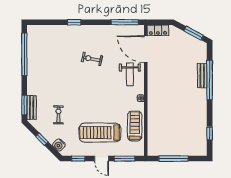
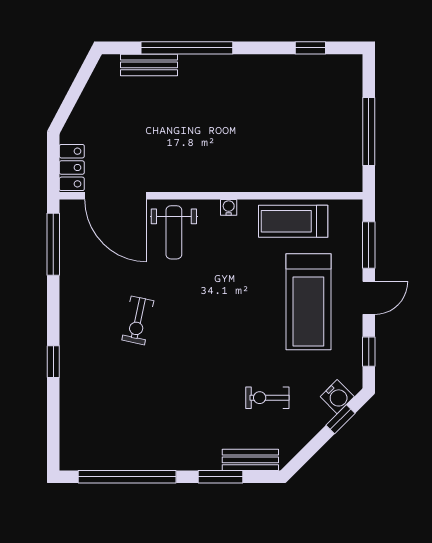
window: (194, 33) -> (79, 85), removed
door: (146, 49) -> (116, 196), hinge flipped
weight bench: (130, 74) -> (174, 232), turned 90
bench: (202, 76) -> (149, 65), moved
window: (24, 105) -> (221, 477), moved
window: (42, 139) -> (340, 419), moved

